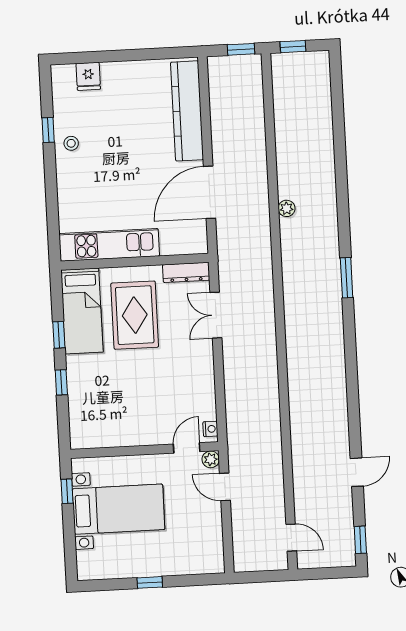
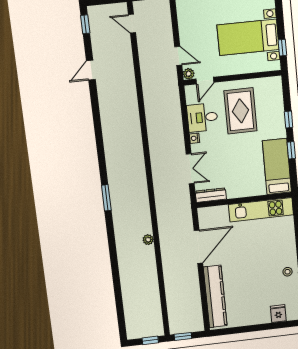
rug: (135, 315) -> (240, 111), moved
desk: (193, 393) -> (202, 118), added
nightstand: (210, 429) -> (194, 138), moved

